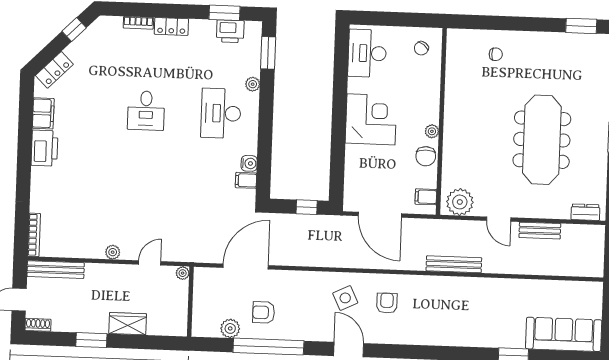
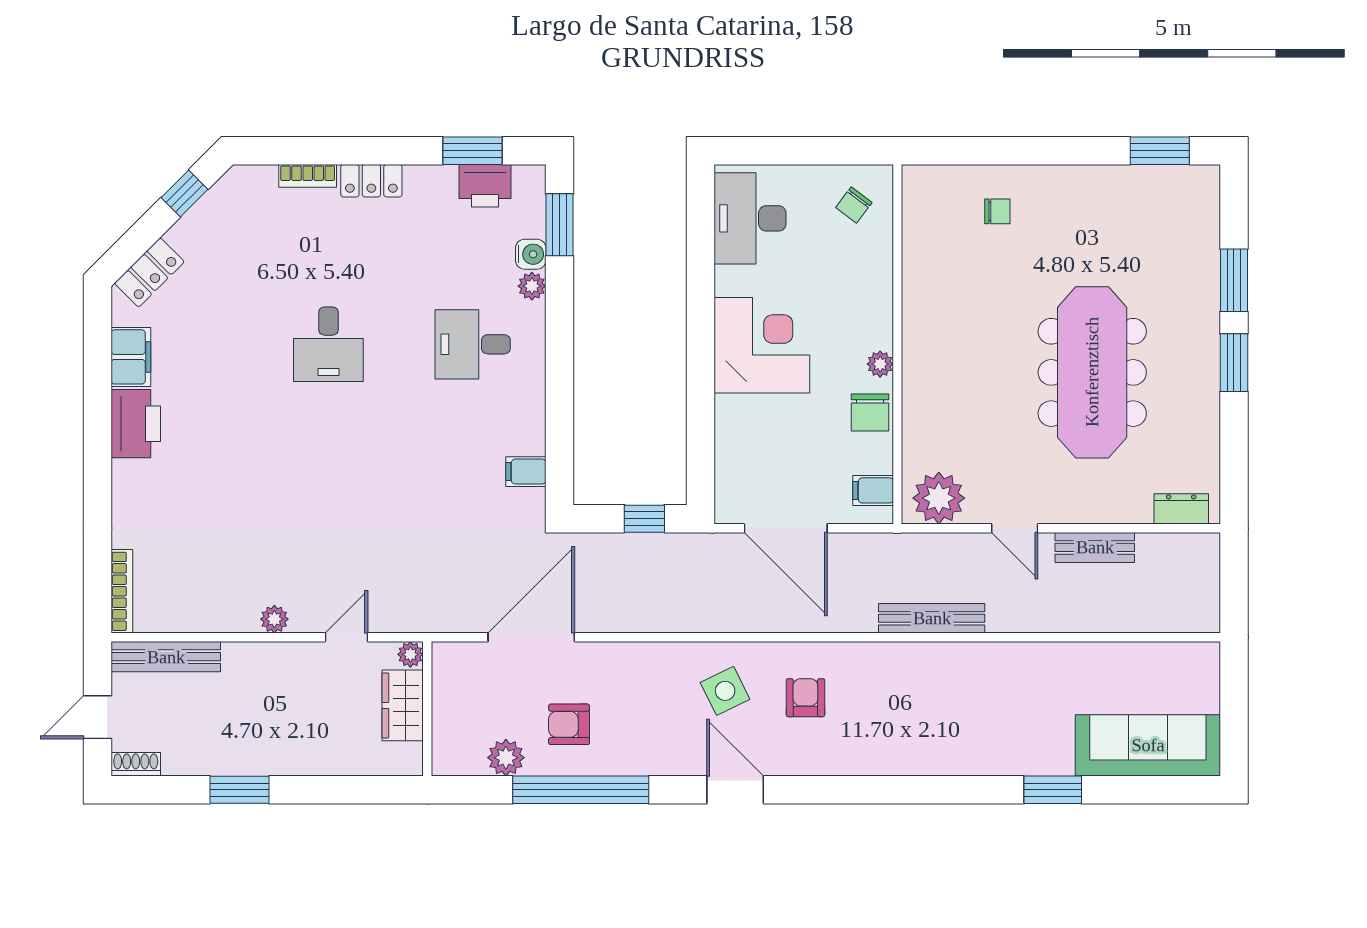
desk: (221, 113) -> (473, 344), width x0.73
water cooler: (249, 163) -> (531, 254), moved
wardrobe: (128, 324) -> (403, 705), moved, turned -90

